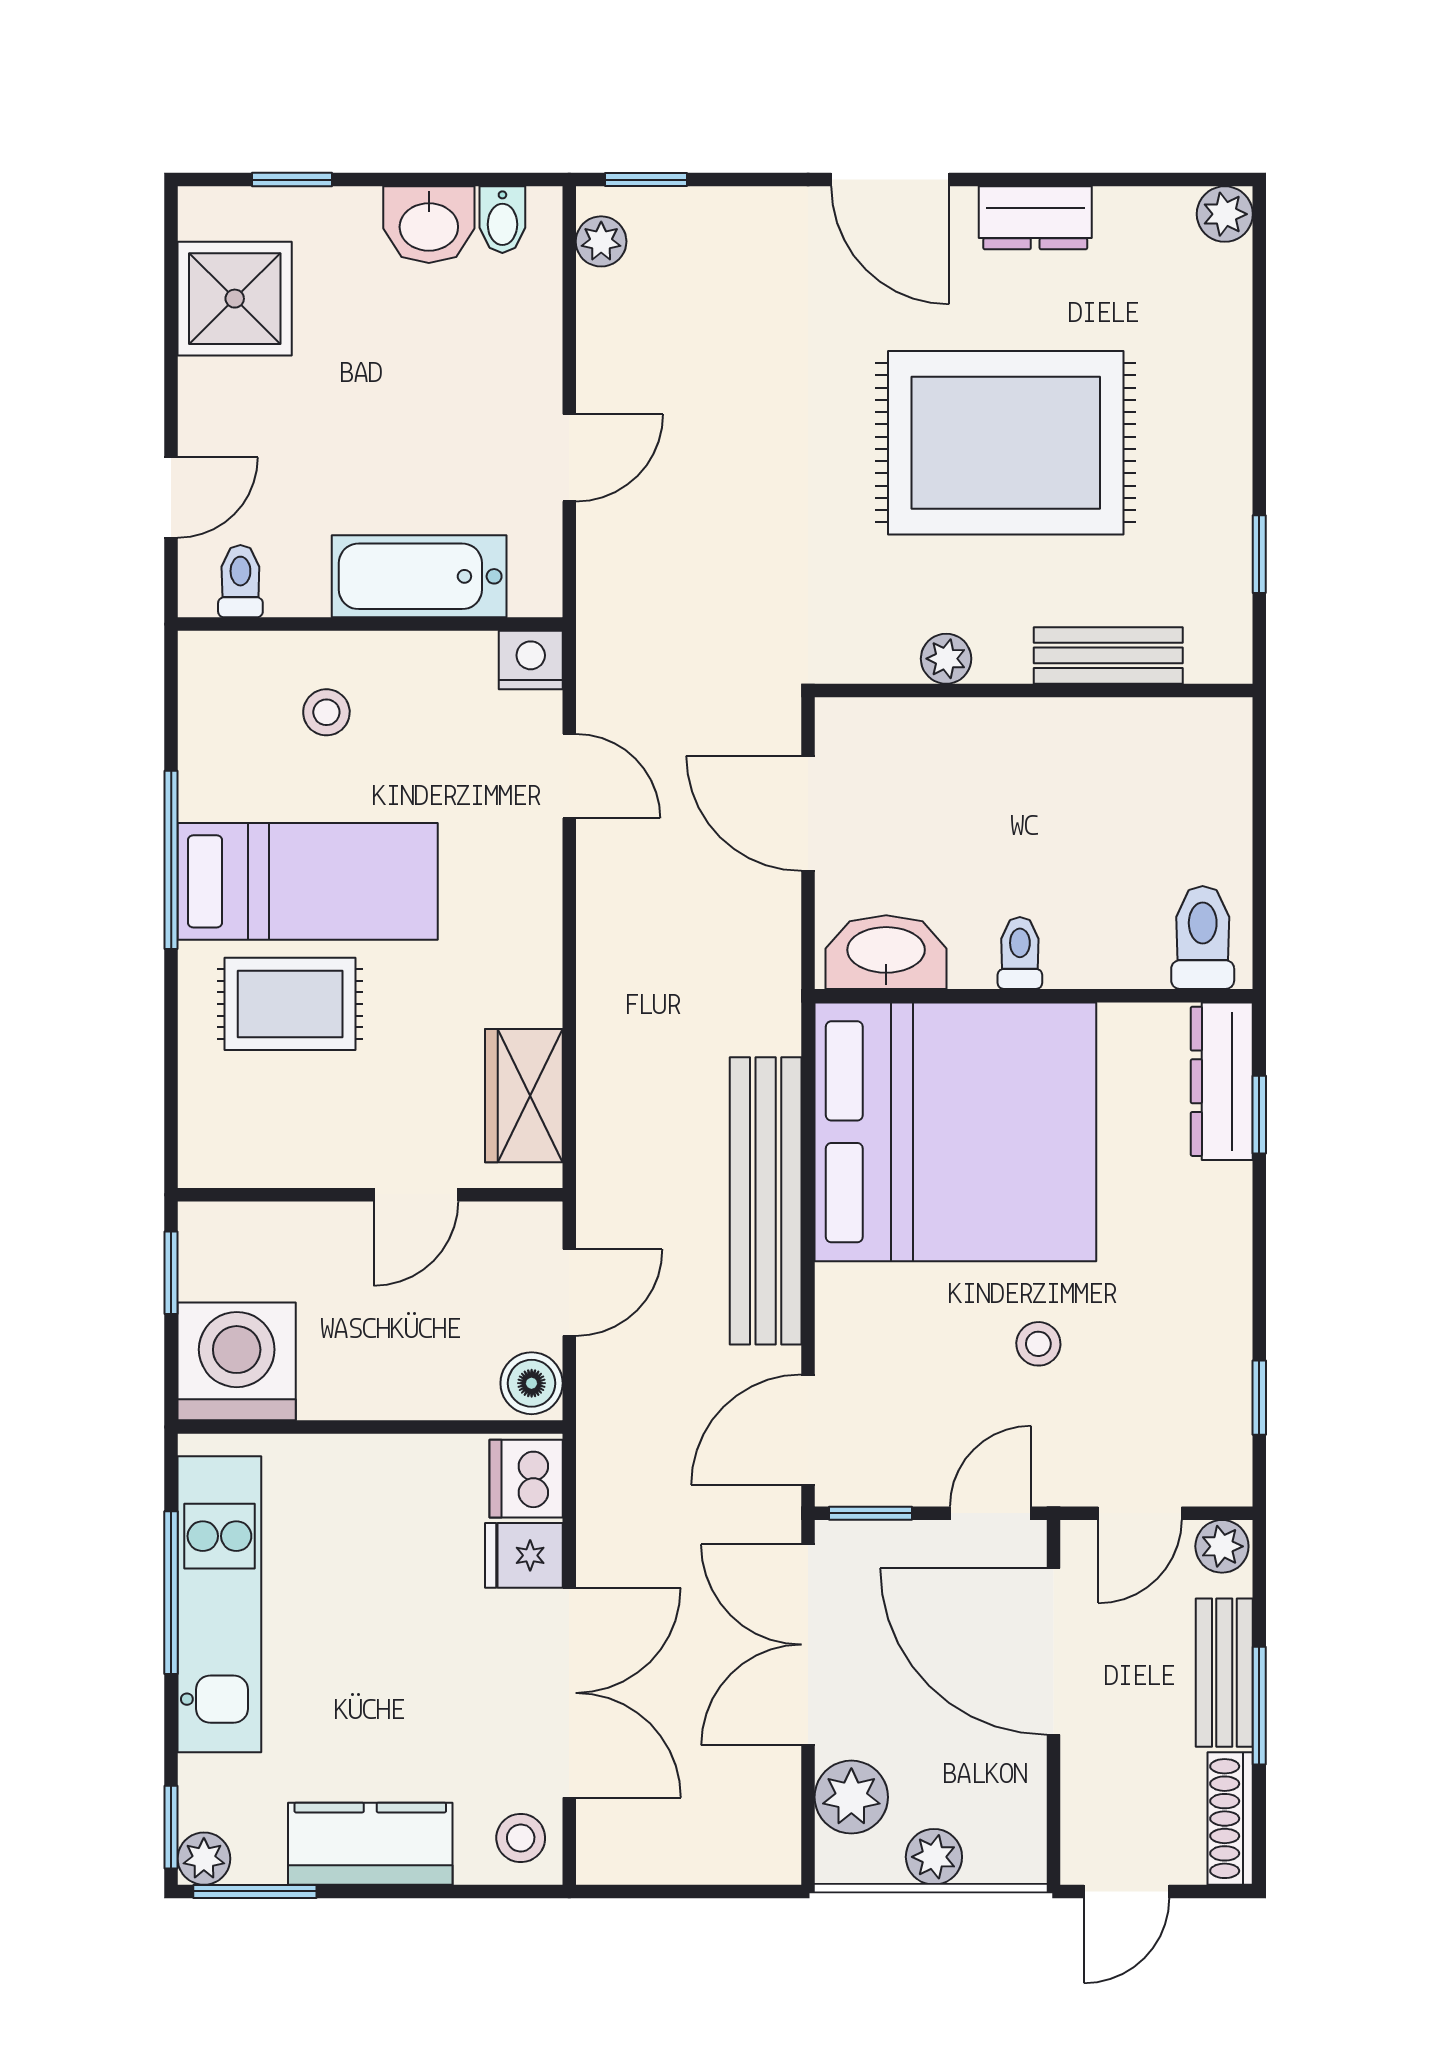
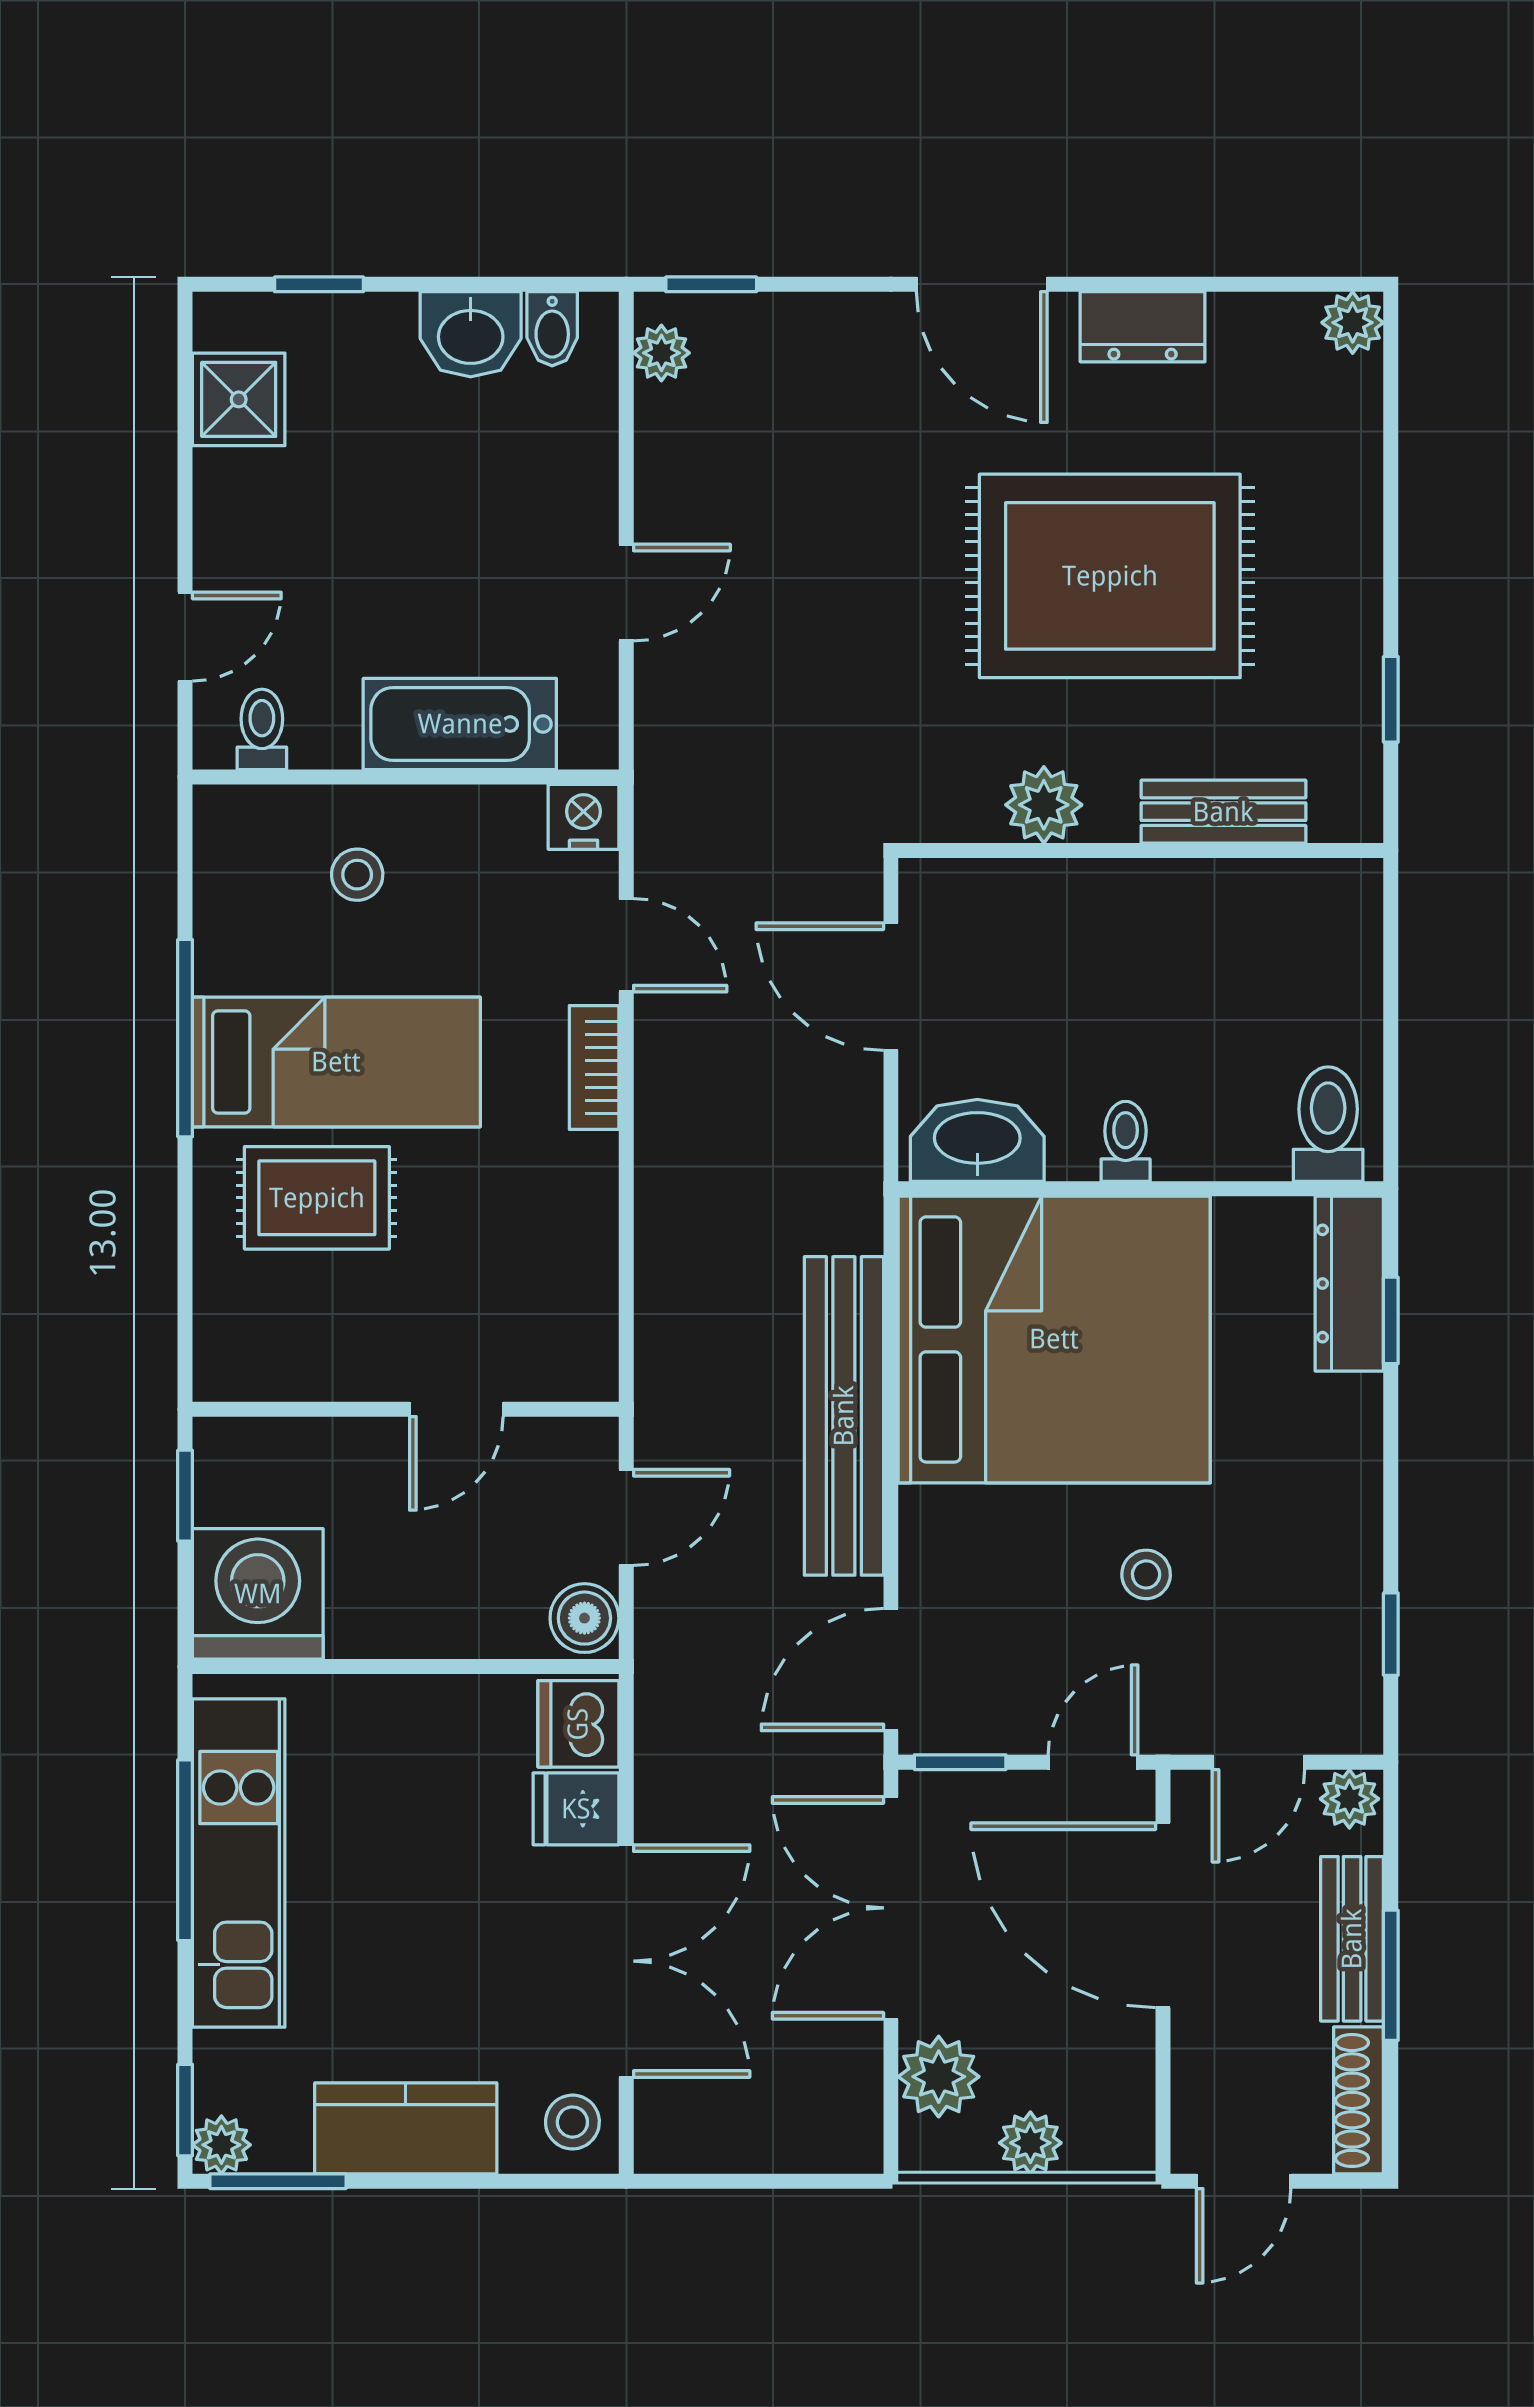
shower: (235, 299) -> (239, 399), width x0.73, depth x0.73
plant: (946, 659) -> (1044, 805), width x1.38, depth x1.38
bookcase: (540, 886) -> (594, 1067), added
wardrobe: (524, 1096) -> (576, 1299), removed

